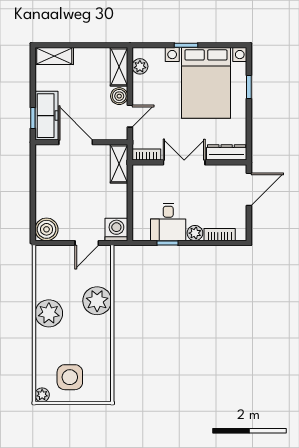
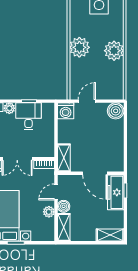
plant: (140, 66) -> (49, 212), moved
plant: (97, 301) -> (79, 47), moved

